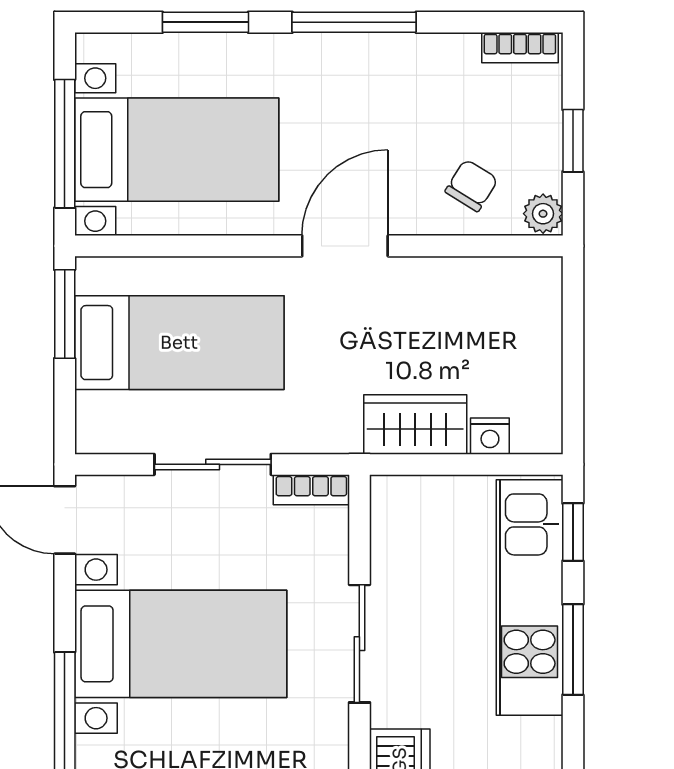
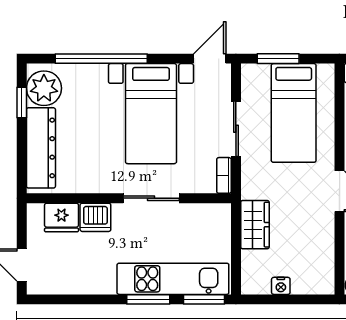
window: (65, 314) -> (278, 59), moved
nightstand: (490, 436) -> (281, 286), moved, turned -90
window: (573, 532) -> (204, 299), width x1.50

